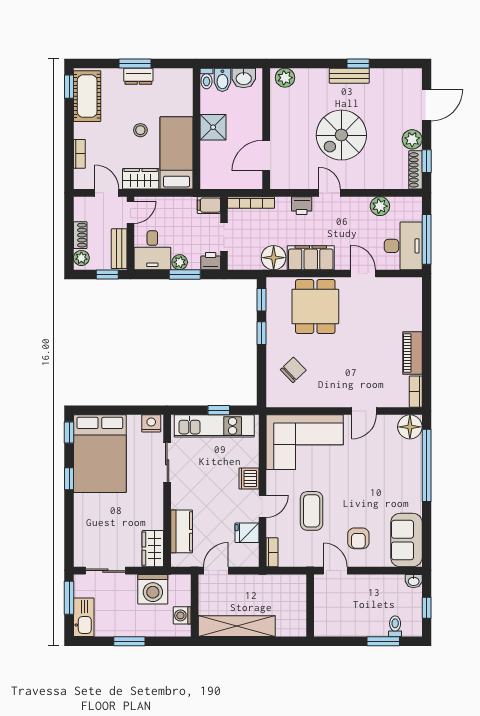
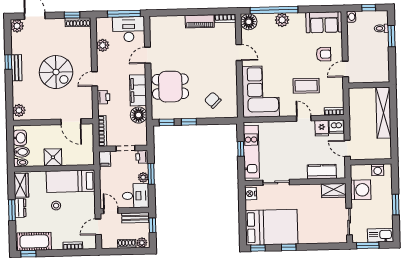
plant: (412, 139) -> (17, 26), moved
wardrobe: (141, 179) -> (21, 185), moved, turned 180
plant: (411, 477) -> (282, 20), added
dishwasher: (249, 479) -> (336, 127), moved
shelving: (237, 626) -> (383, 113), moved

